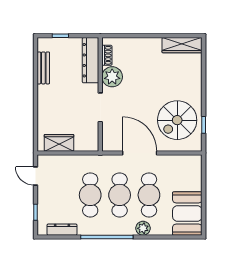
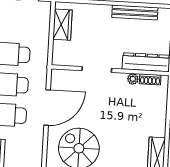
bench: (43, 68) -> (135, 13), width x1.36
plant: (112, 77) -> (133, 79), width x0.53, depth x0.53

